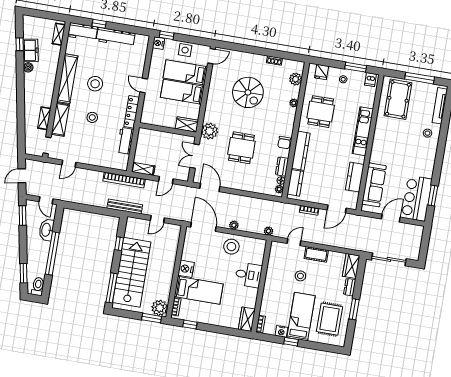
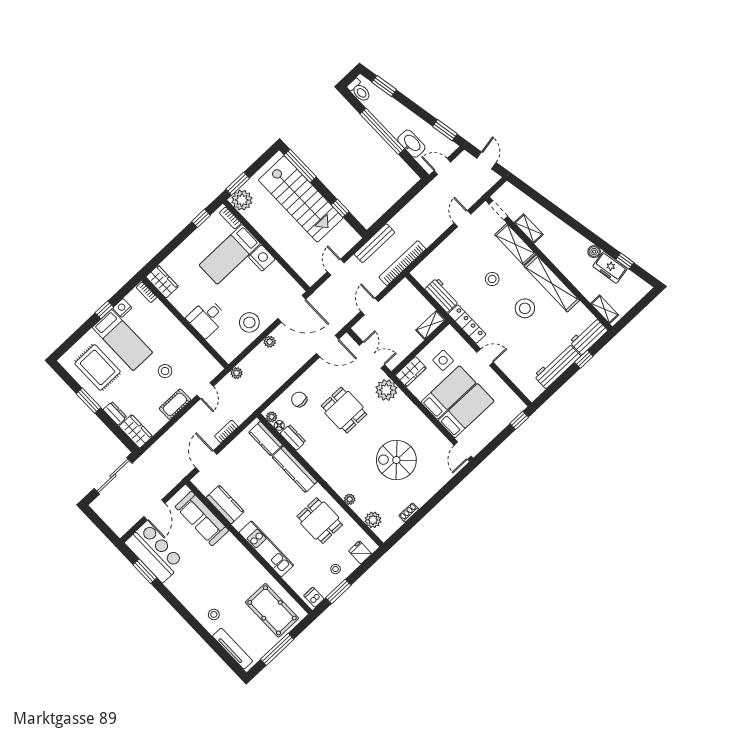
nightstand: (158, 43) -> (517, 406), removed
side table: (185, 50) -> (443, 360), moved
chair: (284, 143) -> (299, 399), moved
shelving: (143, 169) -> (431, 325), moved

